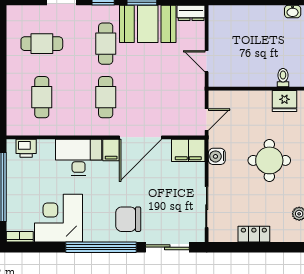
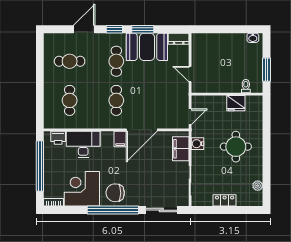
fridge: (284, 101) -> (236, 103), moved
filing cabinet: (188, 150) -> (181, 149), moved, turned 90
desk: (79, 157) -> (83, 144), moved
chair: (128, 219) -> (115, 193), moved

